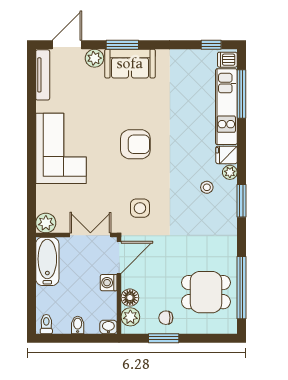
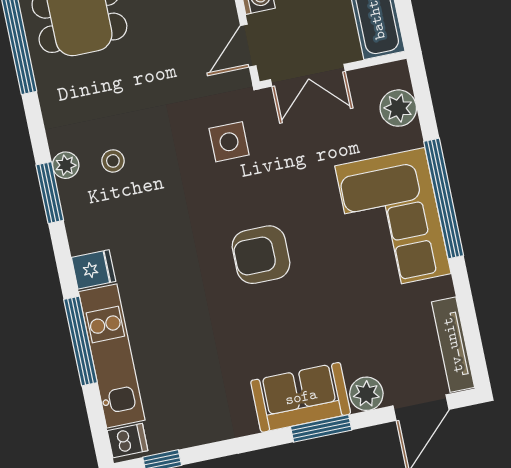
window: (241, 94) -> (81, 341), moved
window: (32, 154) -> (444, 198), added
plant: (230, 172) -> (66, 165), moved
stool: (207, 187) -> (113, 161), moved
plant: (46, 223) -> (398, 108), moved
door: (119, 257) -> (248, 46), width x0.73

